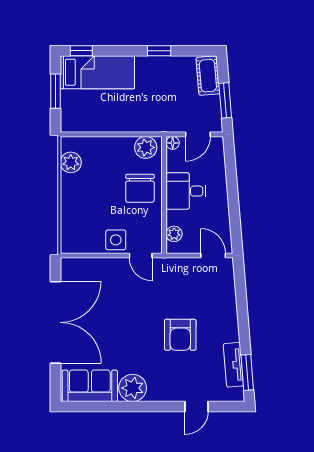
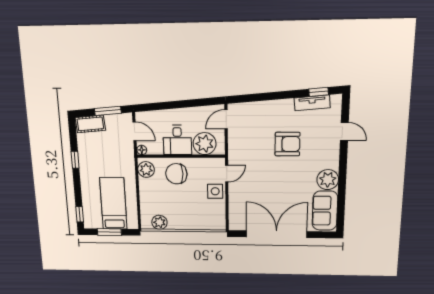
bed: (97, 72) -> (113, 204), moved
chair: (140, 188) -> (176, 174), turned 180
plant: (174, 234) -> (205, 144), width x1.88, depth x1.88
window: (247, 372) -> (319, 92), width x0.67

